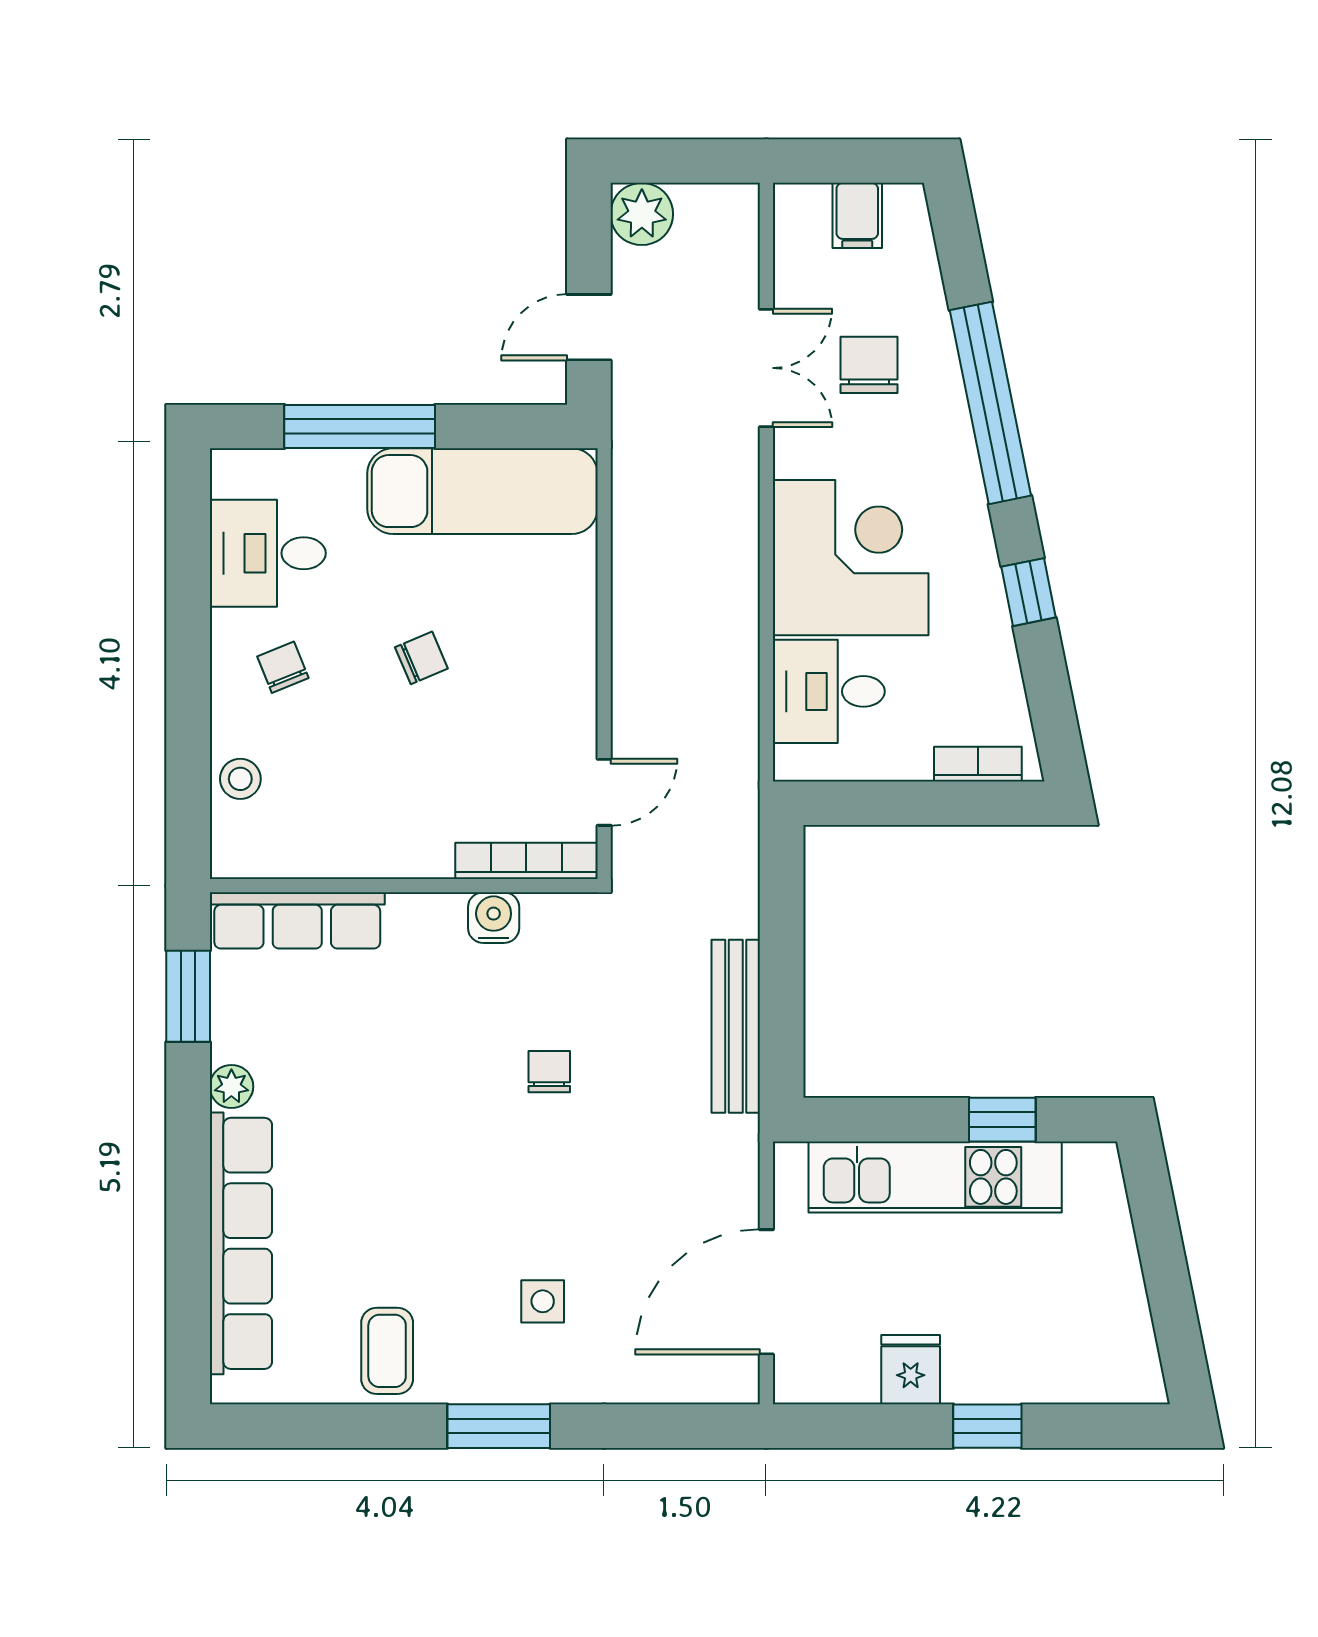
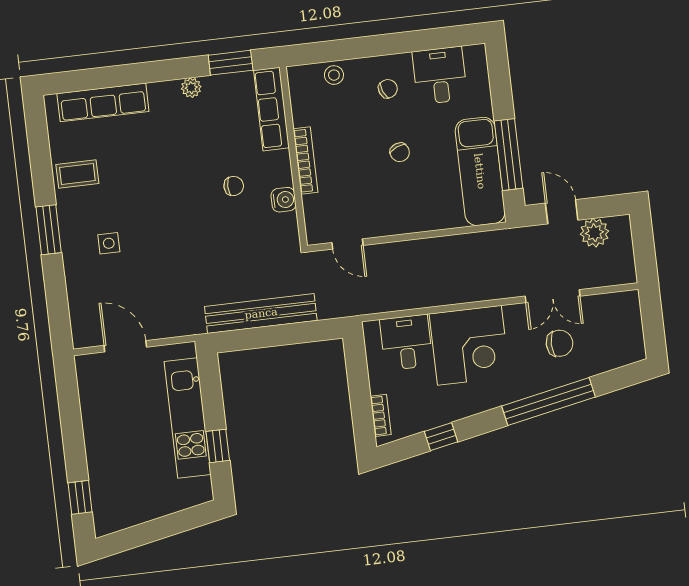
plant: (642, 214) -> (594, 233), moved
filing cabinet: (857, 215) -> (628, 330), removed
window: (360, 426) -> (508, 155), moved
window: (1029, 592) -> (441, 437), moved
bookcase: (526, 861) -> (305, 160), moved
bench: (736, 1026) -> (261, 313), width x1.37, depth x1.21
chair: (549, 1072) -> (234, 186), moved
row of seats: (241, 1243) -> (103, 102), width x0.73
door: (766, 1292) -> (125, 346), width x0.73
fridge: (911, 1370) -> (97, 417), removed
window: (987, 1426) -> (80, 497), moved

